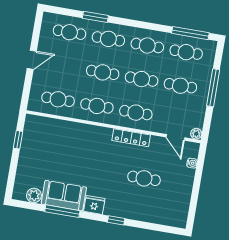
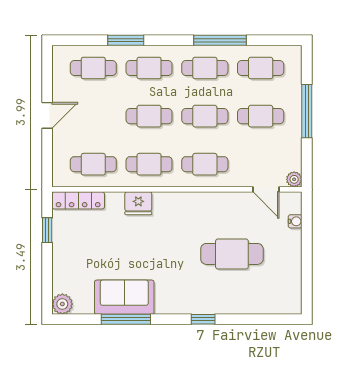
window: (190, 33) -> (220, 40), moved
locker: (131, 138) -> (78, 200), moved
cafe table: (144, 178) -> (232, 254), width x1.37, depth x1.35
plant: (34, 195) -> (62, 304), moved
fridge: (94, 205) -> (138, 203), moved, turned 180

